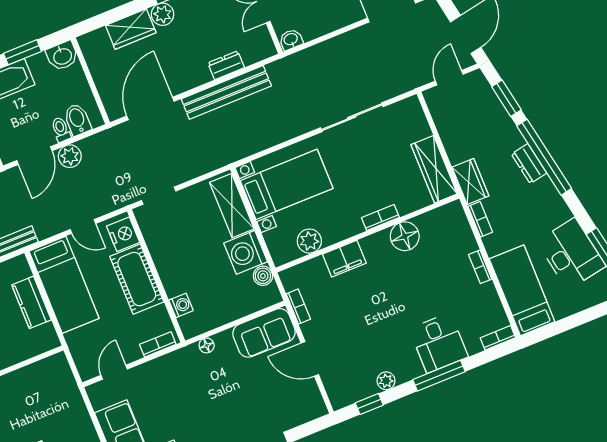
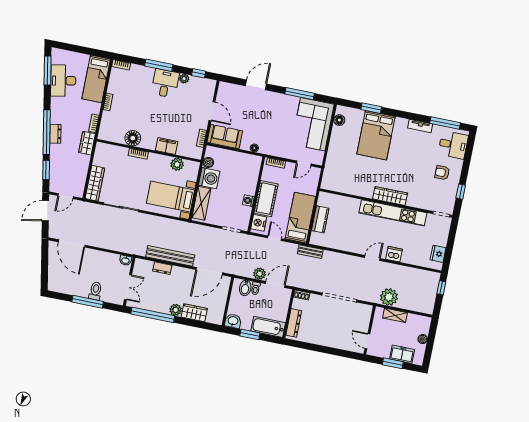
wardrobe: (434, 169) -> (95, 183), moved
washing machine: (181, 305) -> (248, 201), moved
desk: (439, 343) -> (165, 83), moved

